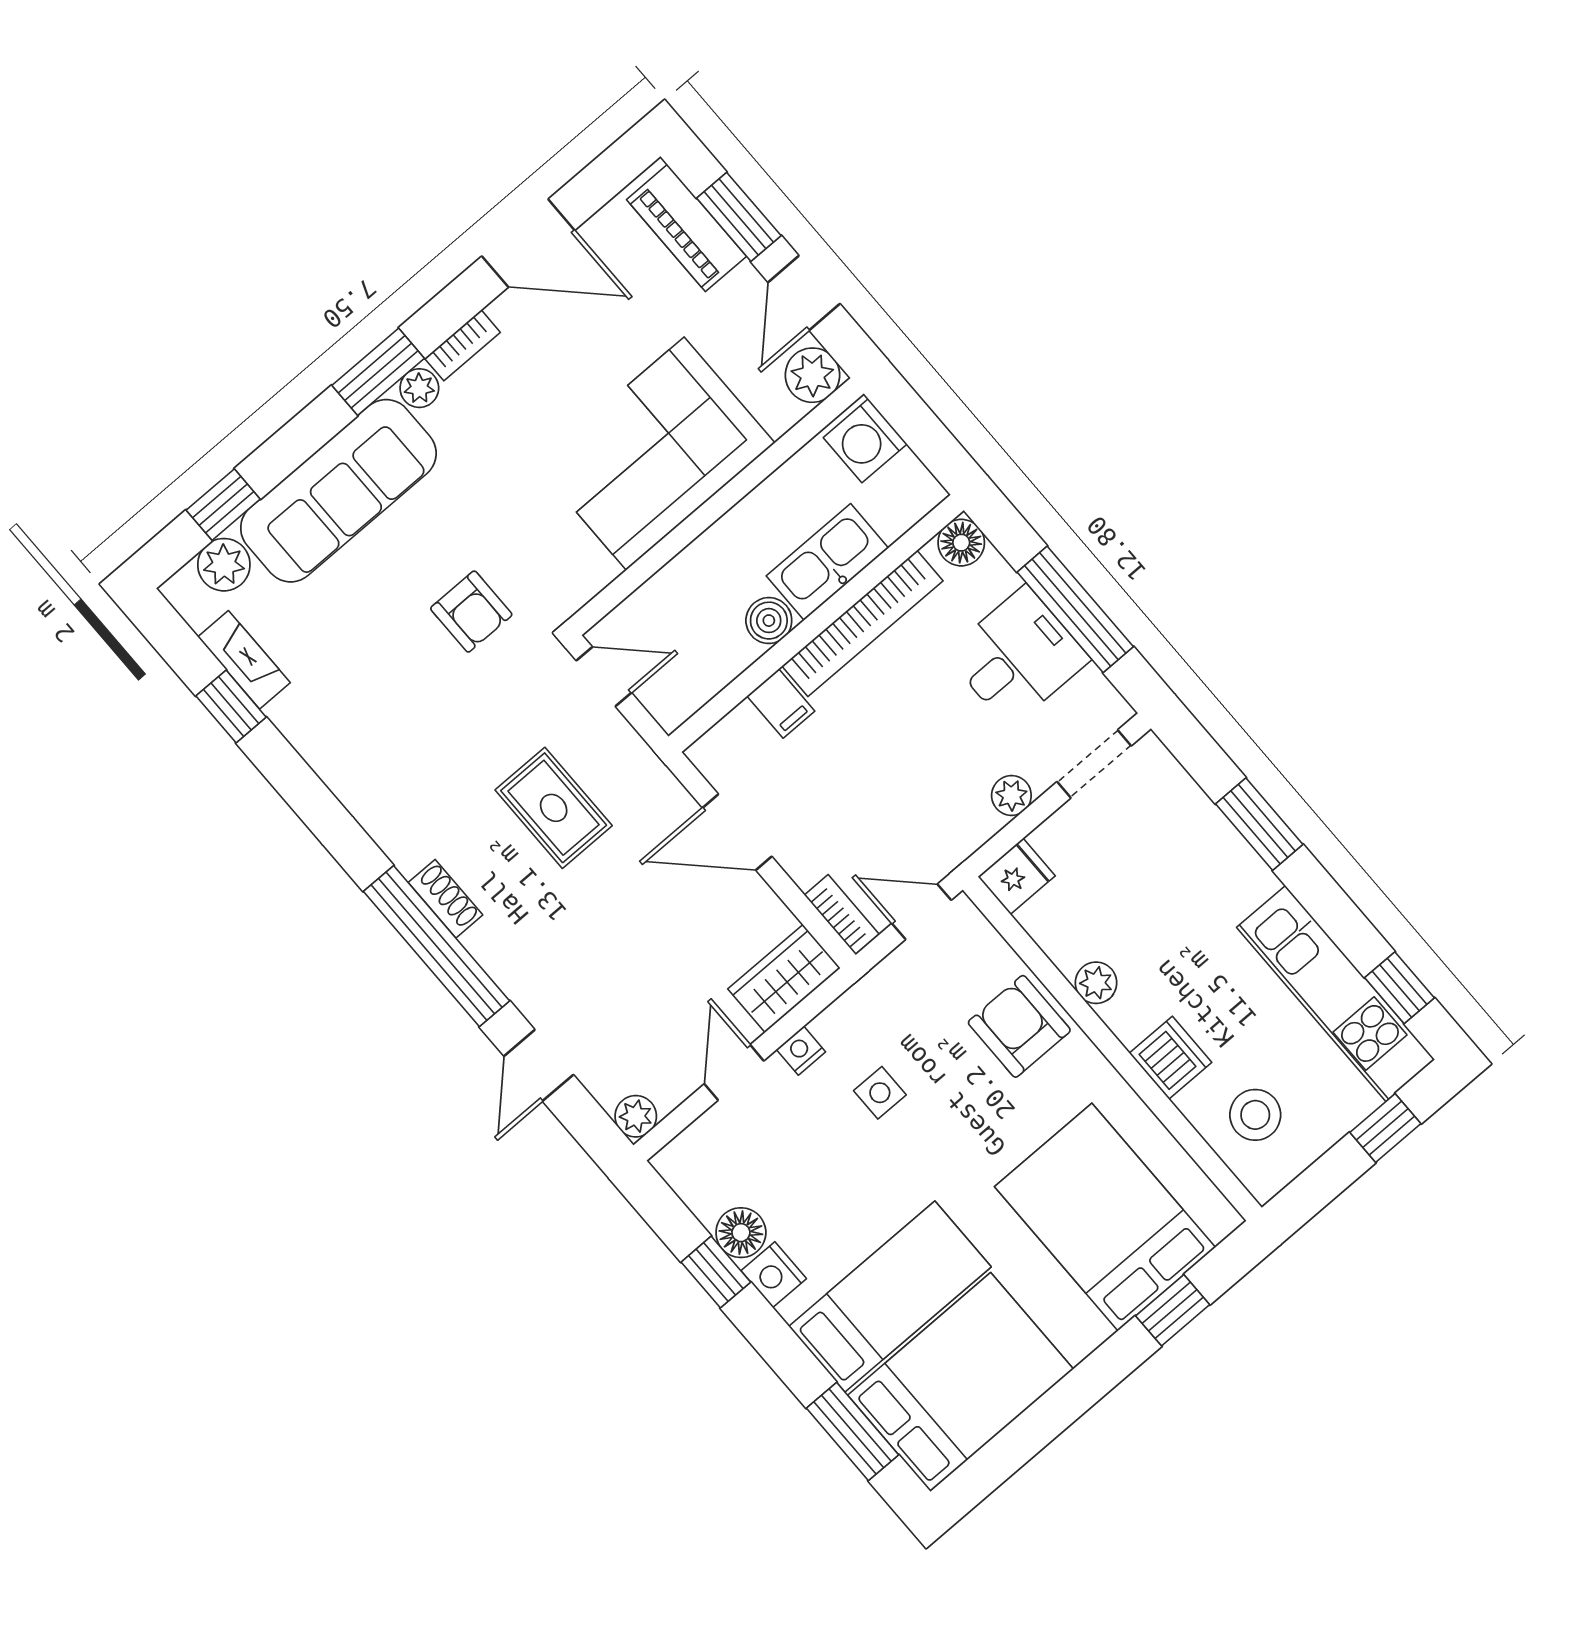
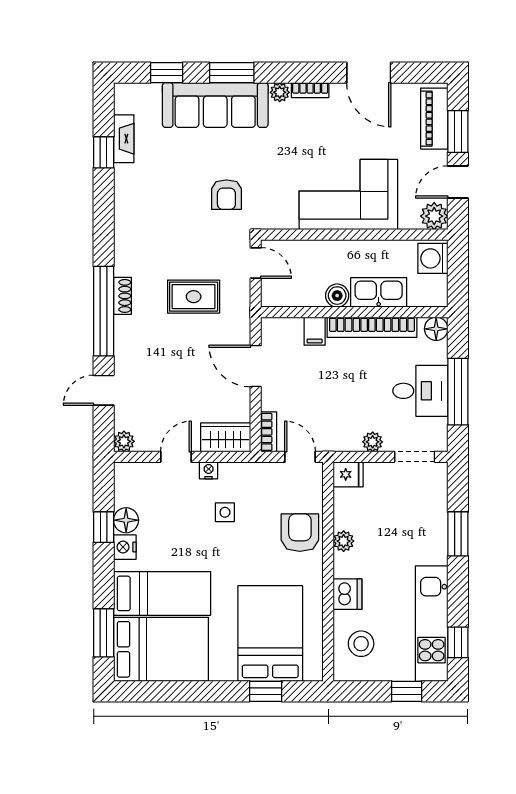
window: (378, 372) -> (232, 73), moved
plant: (224, 565) -> (147, 96), removed
rug: (554, 808) -> (194, 297), turned 90

